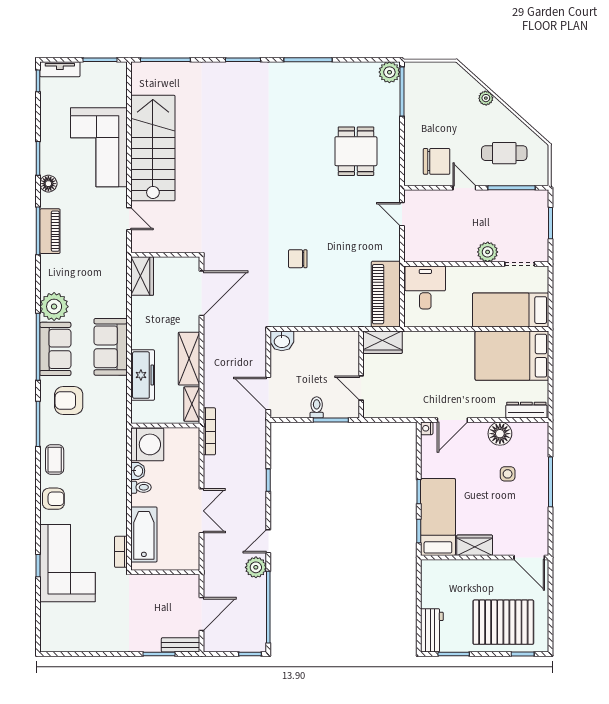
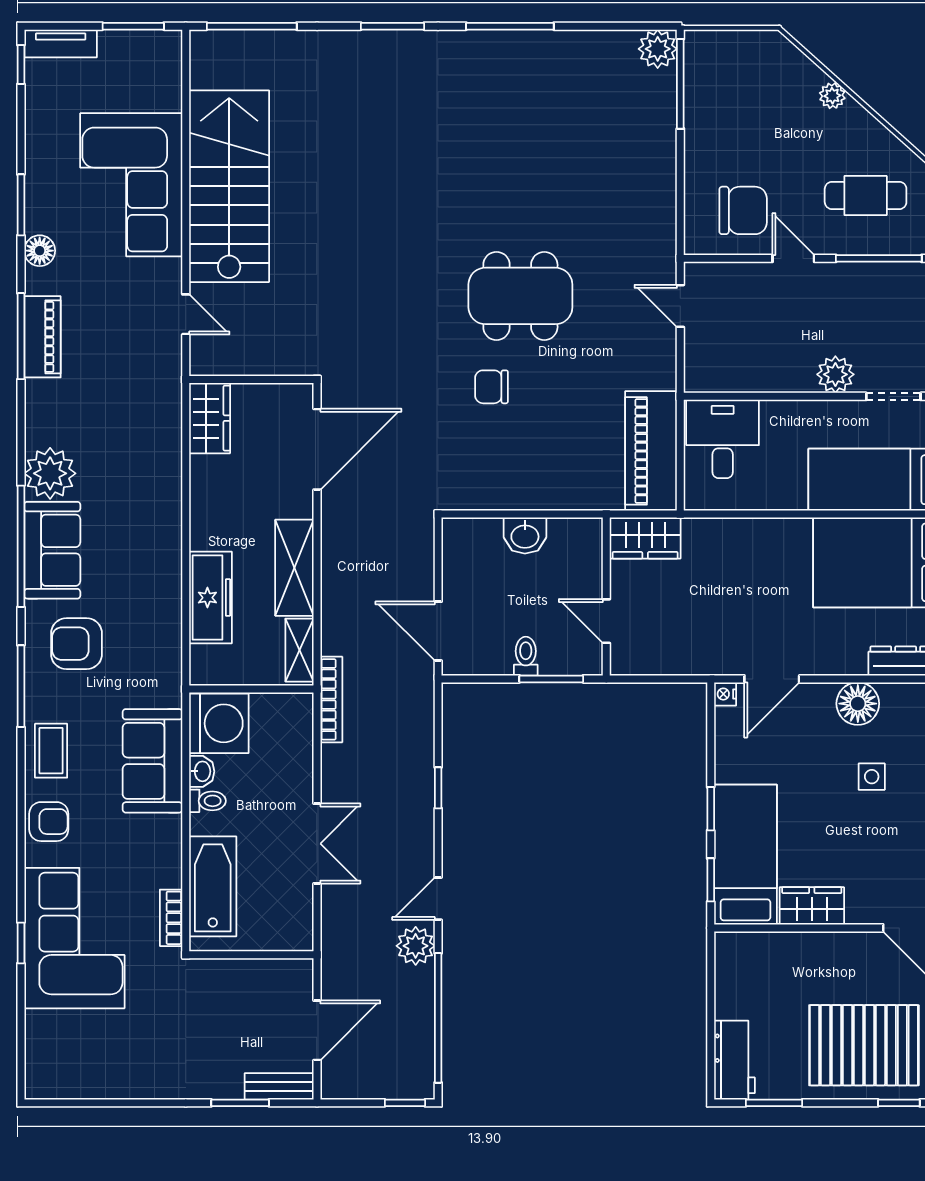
dining table: (356, 151) -> (520, 296), moved, width x1.38
washbasin: (282, 341) -> (525, 536), moved
sofa: (111, 347) -> (153, 761), moved

